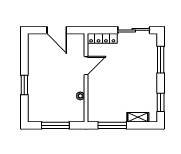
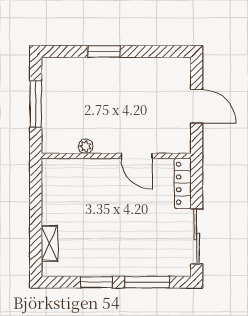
door: (57, 30) -> (197, 106), swing flipped
window: (161, 102) -> (96, 282), moved
window: (112, 125) -> (36, 200), removed

